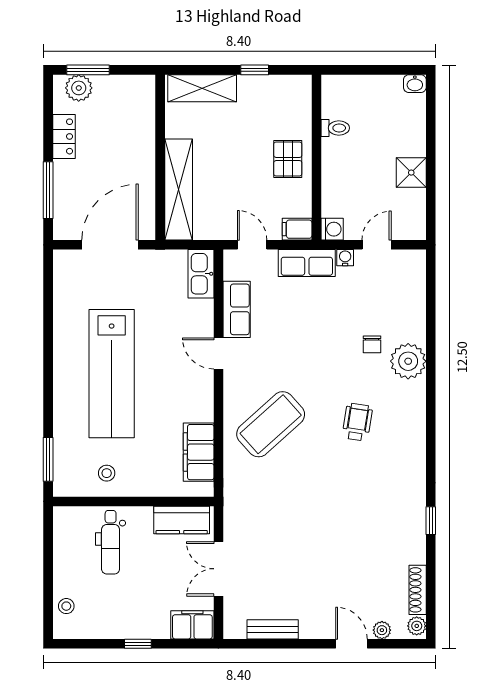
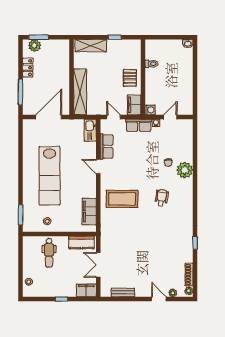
shower: (411, 173) -> (186, 84), removed
filing cabinet: (297, 229) -> (134, 105), width x2.00
coffee table: (271, 424) -> (122, 199), turned 42

